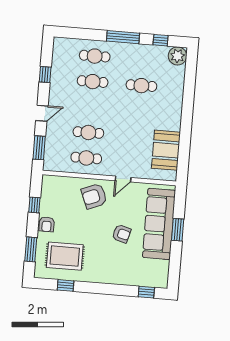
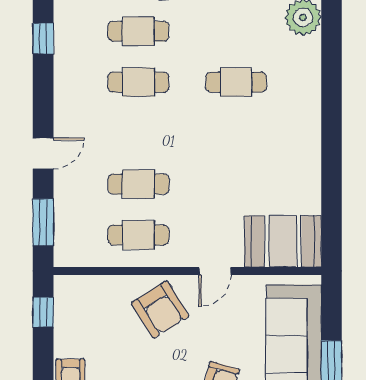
window: (45, 75) -> (43, 38), moved
booth: (166, 150) -> (283, 241), moved, turned 90
armchair: (94, 196) -> (160, 310), turned -100
window: (34, 205) -> (43, 312), moved

